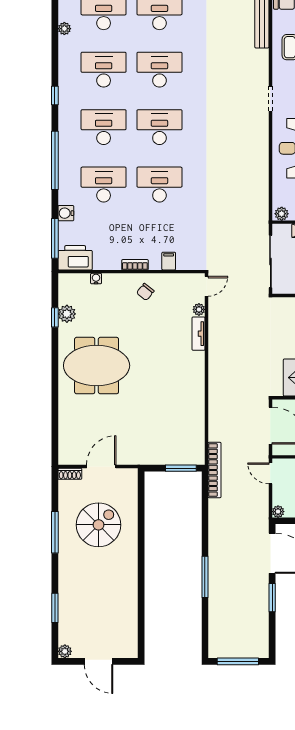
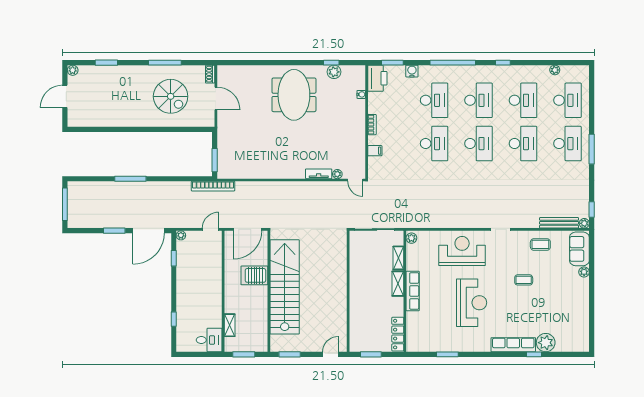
window: (55, 238) -> (392, 63), width x0.69
chair: (145, 292) -> (351, 133), removed

